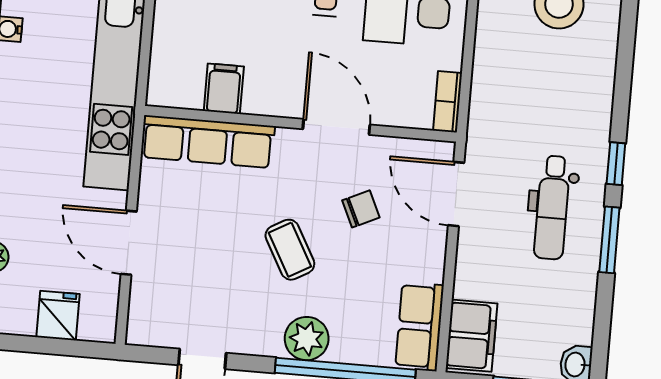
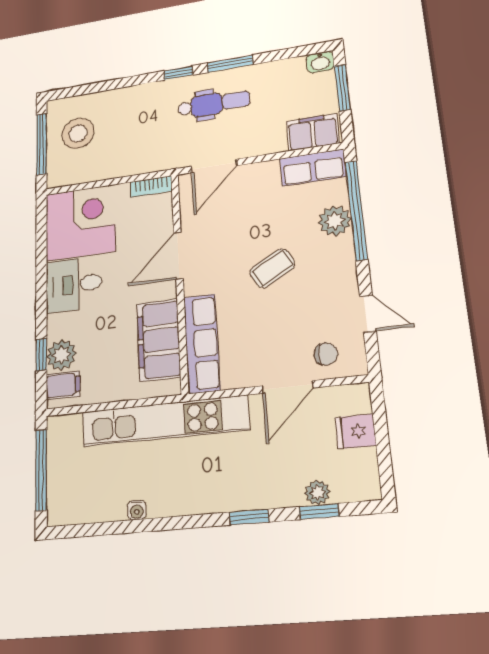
filing cabinet: (224, 89) -> (159, 340), width x3.00, depth x1.17
chair: (361, 209) -> (326, 354), moved, turned 115
plant: (307, 339) -> (335, 221), moved

